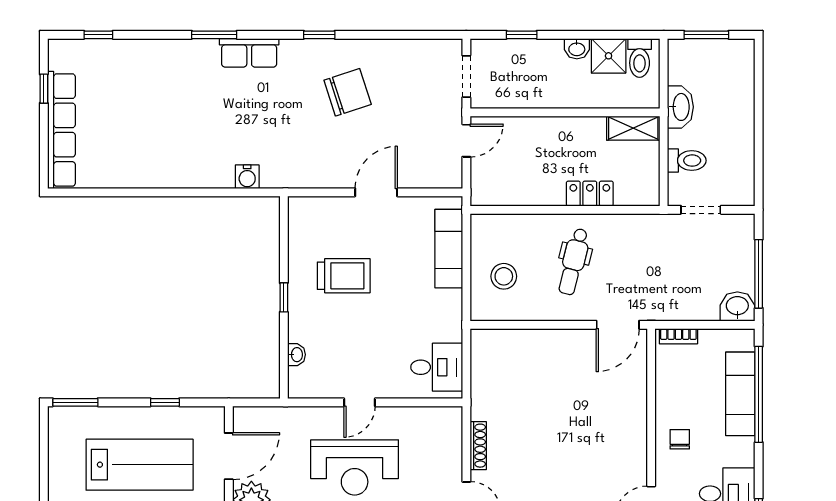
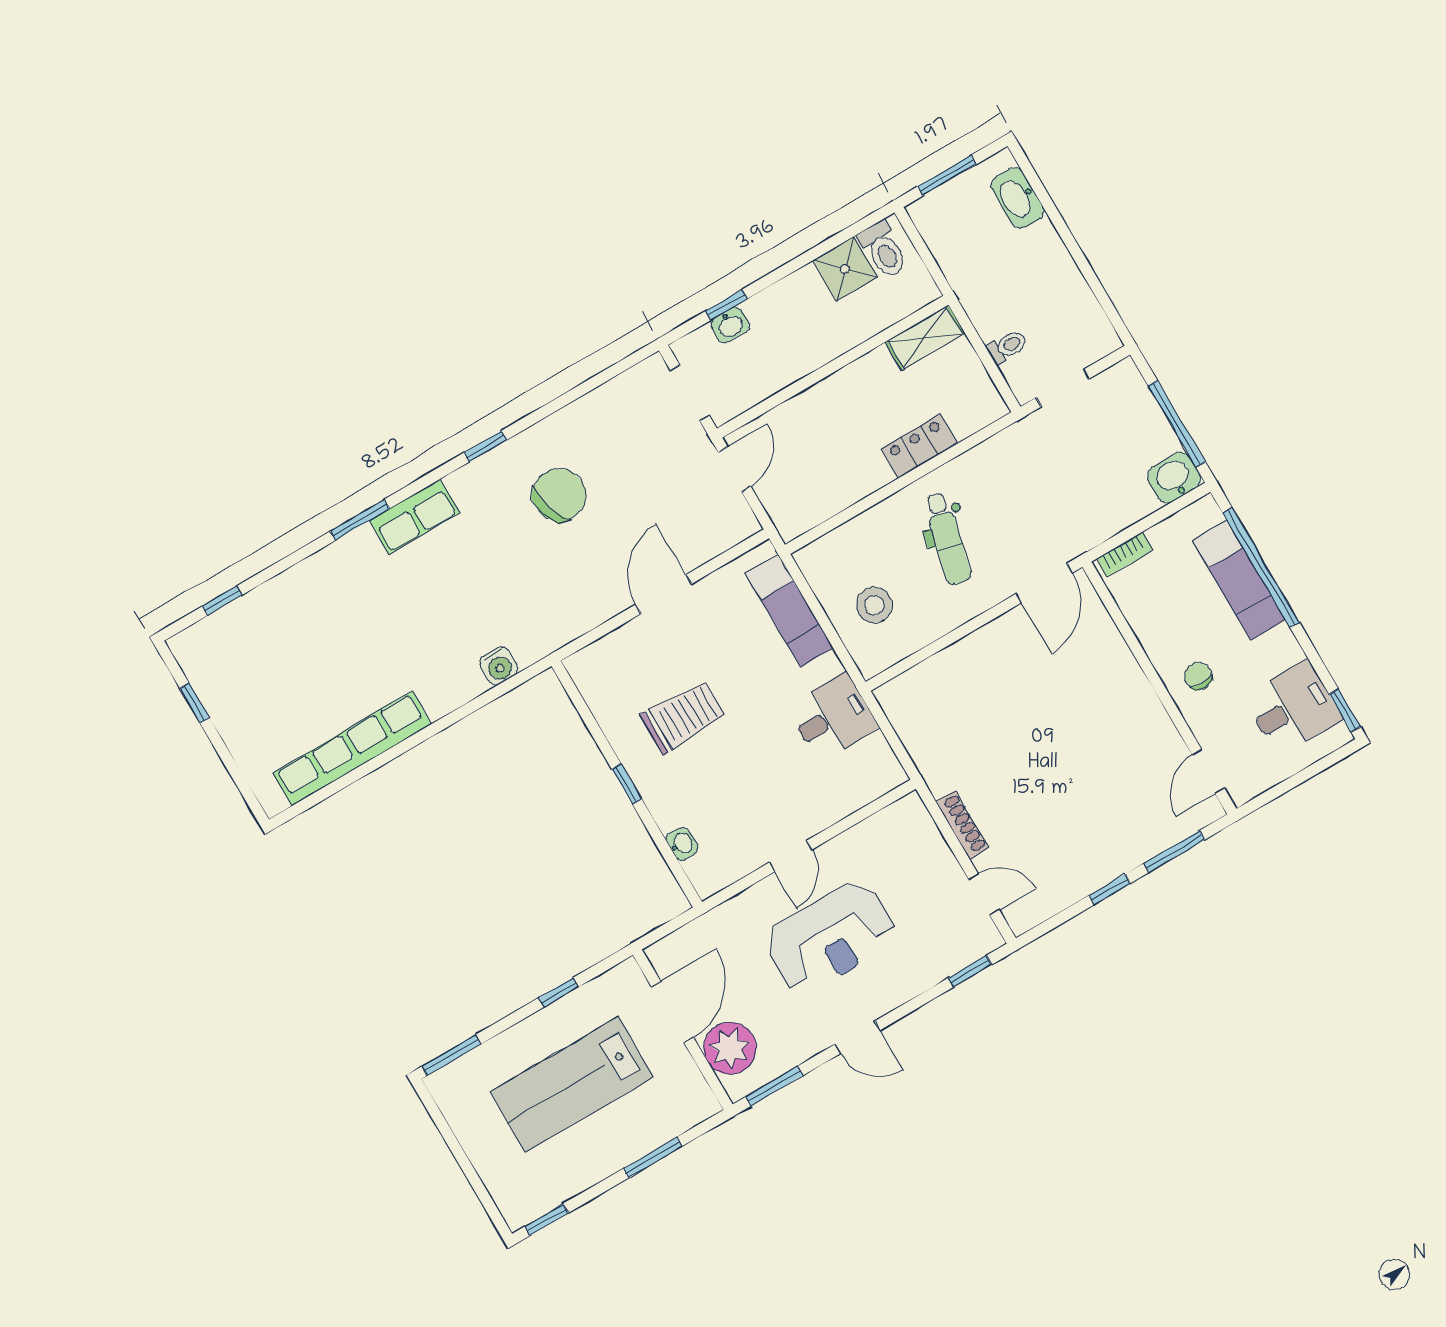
washbasin: (577, 49) -> (730, 325), moved
washbasin: (680, 107) -> (1017, 198), moved, turned 180
row of seats: (61, 130) -> (352, 749), moved, turned -90
toilet: (687, 161) -> (1007, 347), width x0.73, depth x0.72
desk: (437, 367) -> (833, 717), moved
lab bench: (140, 465) -> (572, 1084), turned 180

